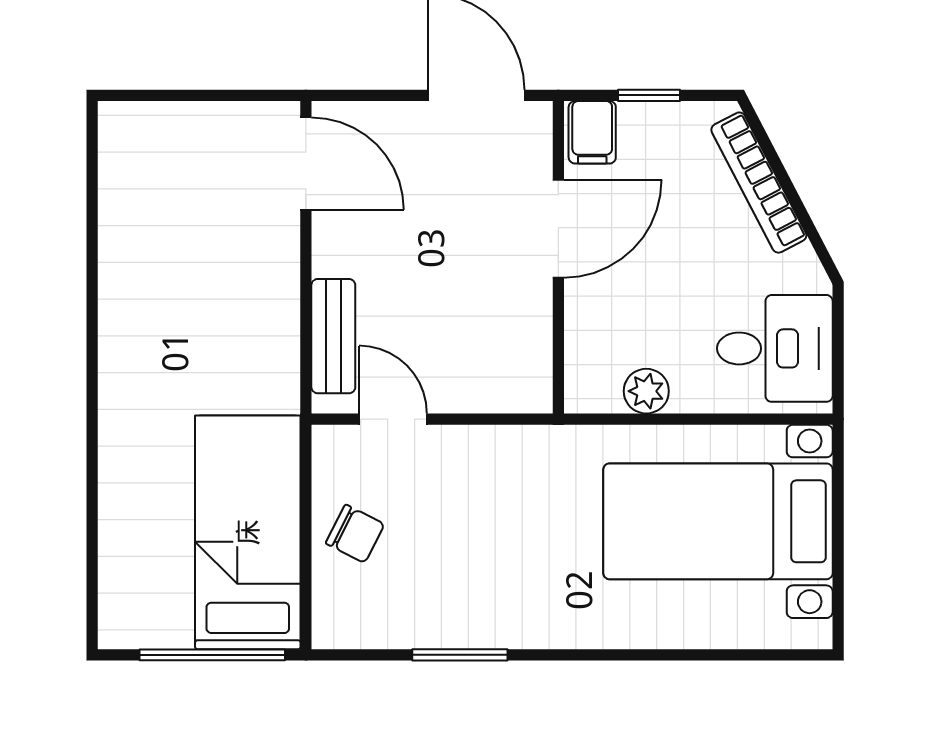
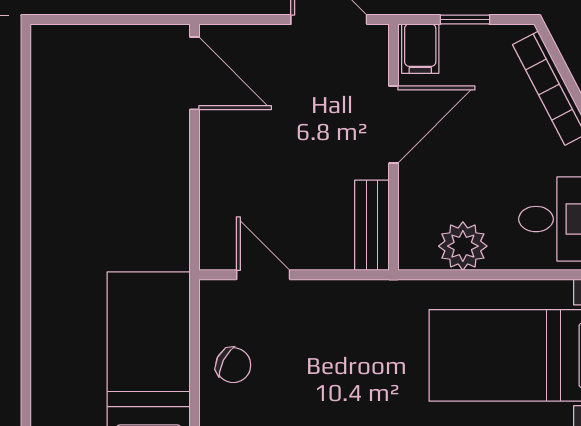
bench: (333, 336) -> (372, 225), moved
plant: (646, 391) -> (463, 246), width x1.38, depth x1.38

